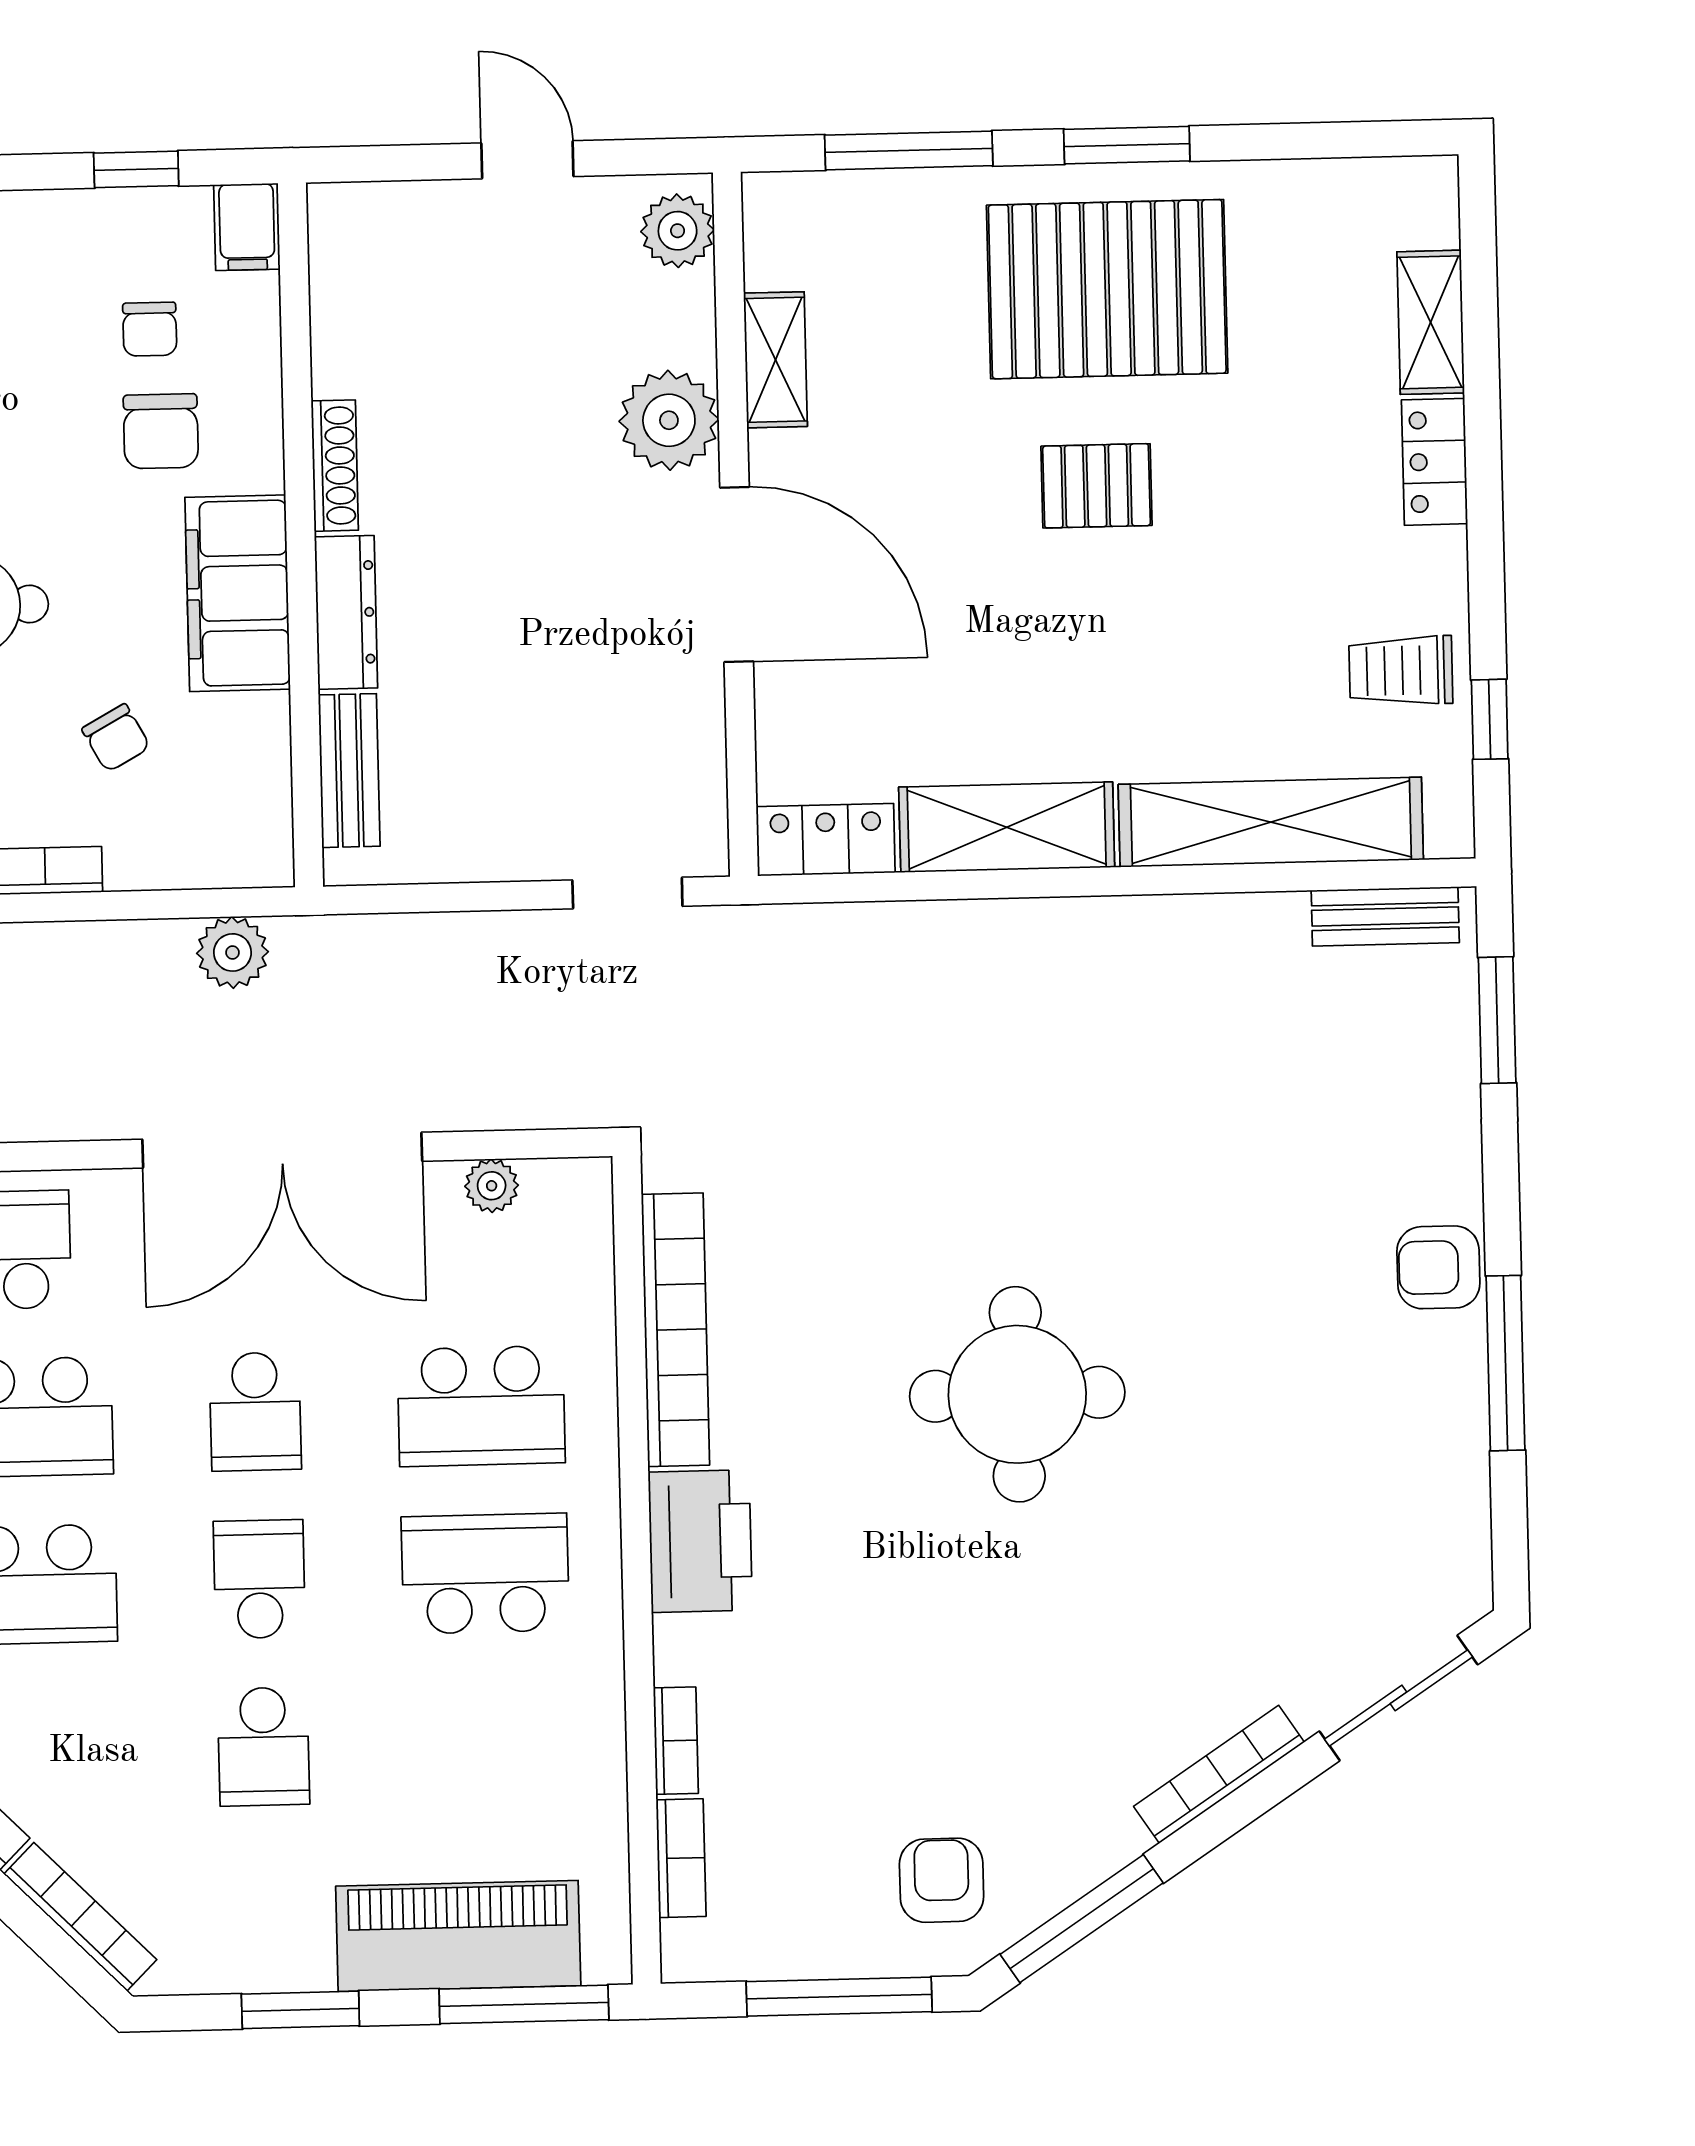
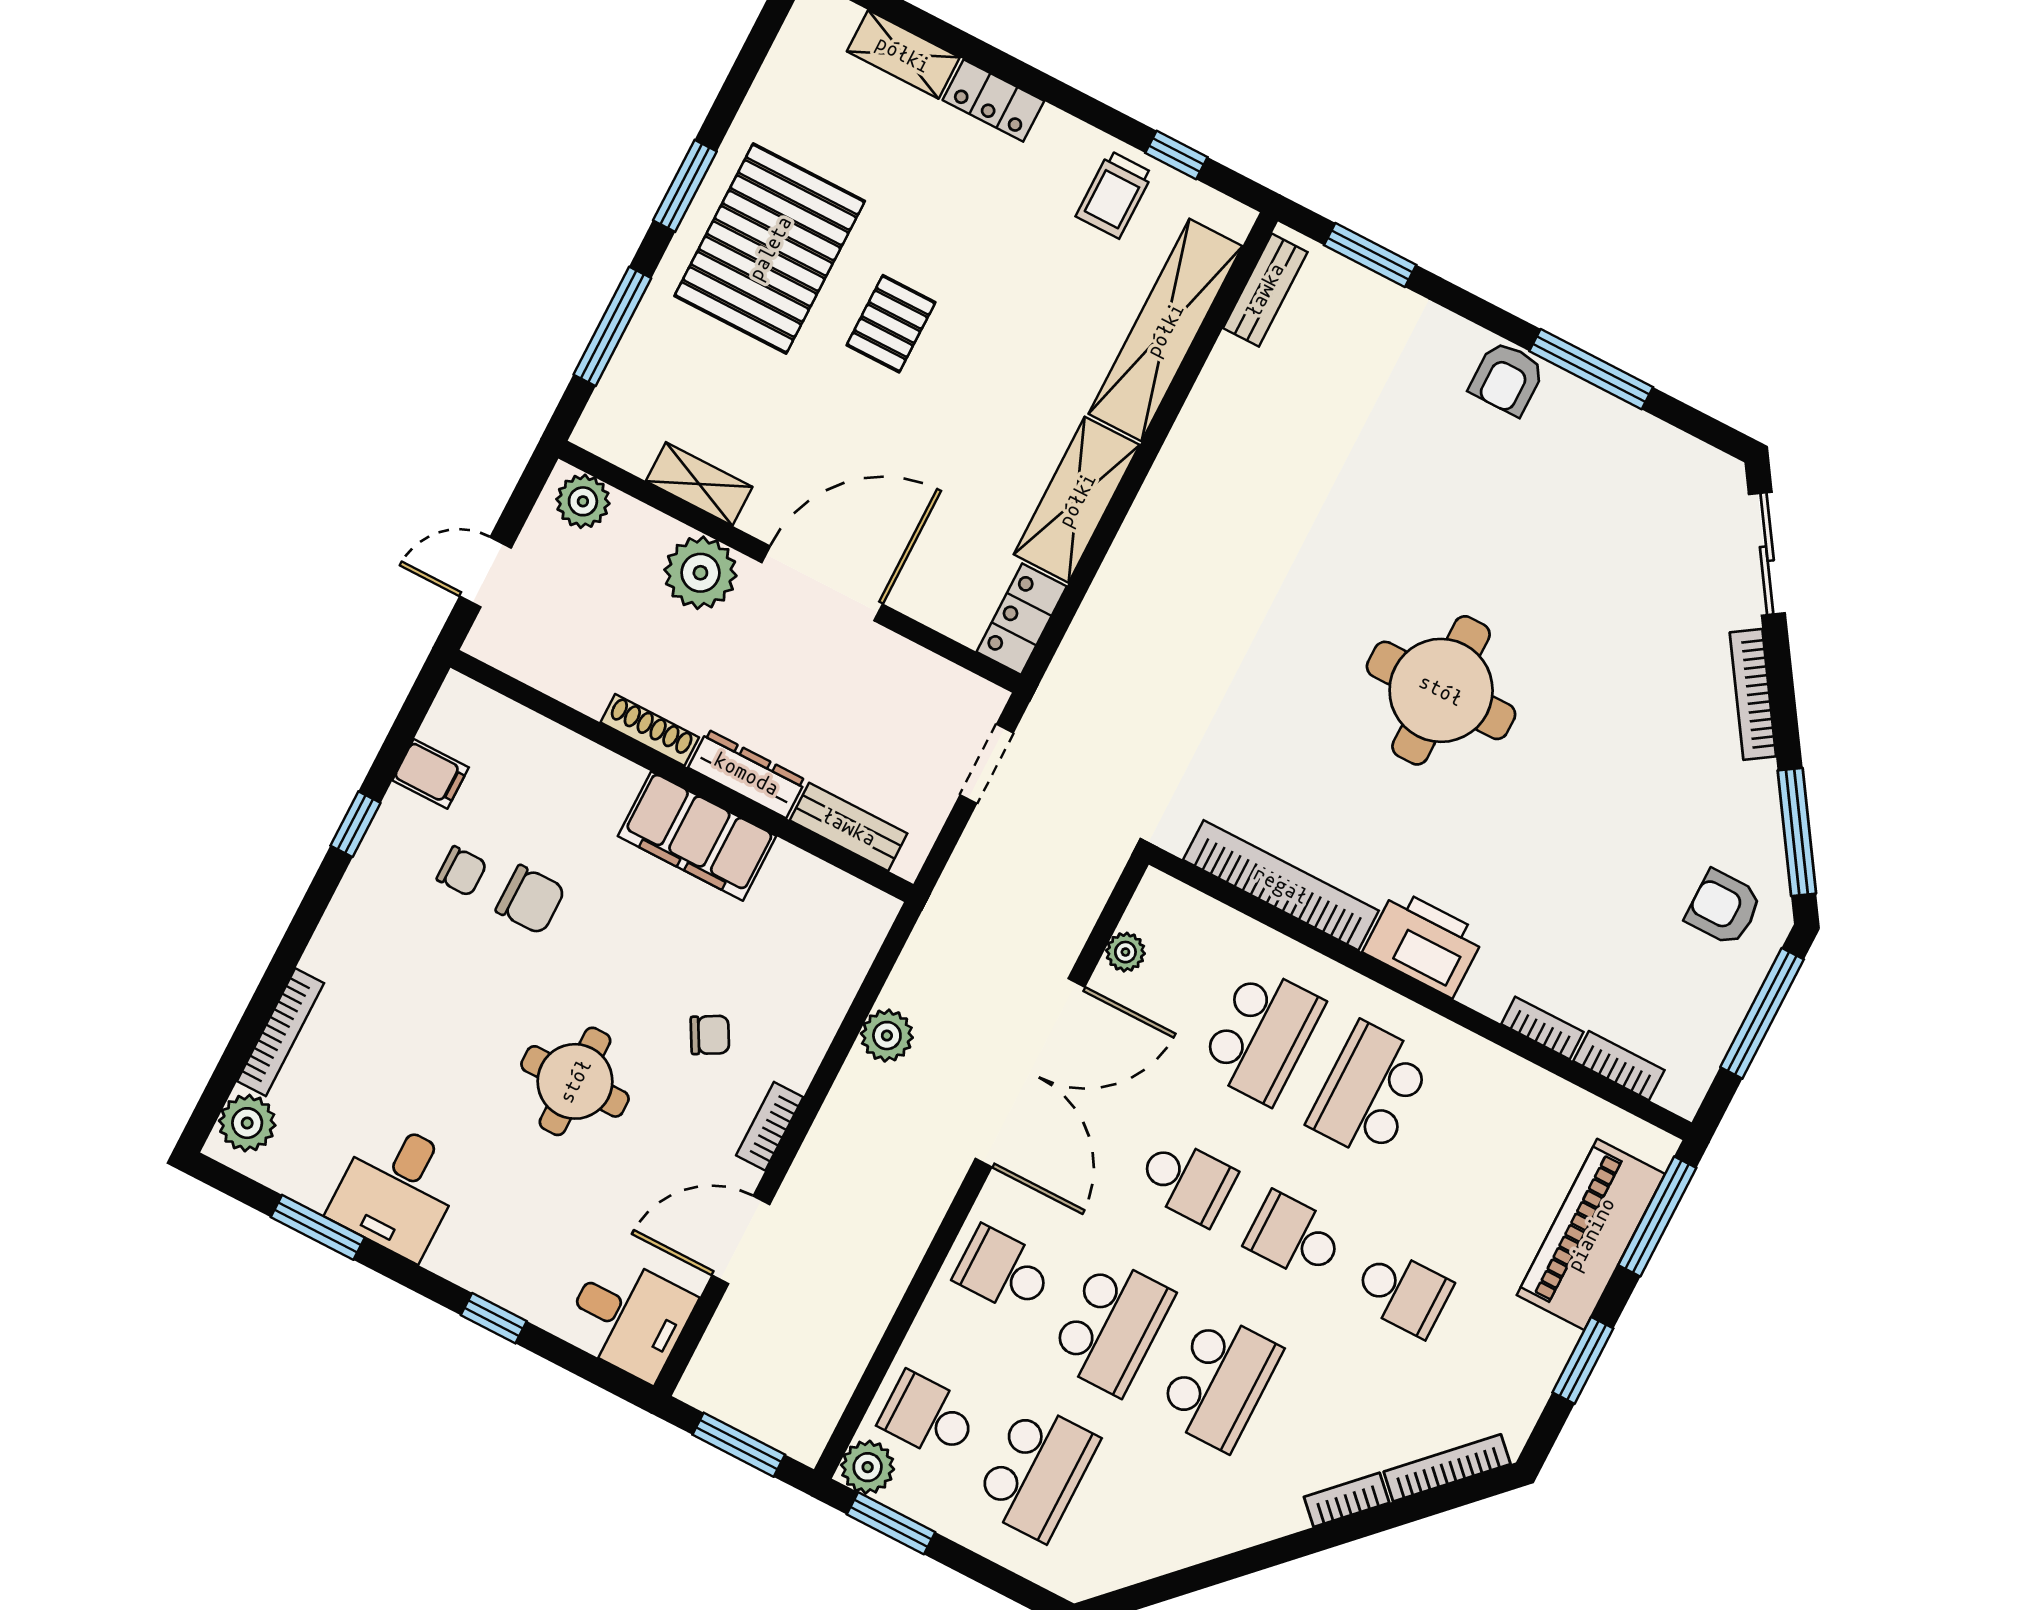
shoe rack: (335, 466) -> (650, 730), moved
wall: (300, 535) -> (682, 776), moved
filing cabinet: (238, 593) -> (697, 836), moved
dresser: (346, 612) -> (747, 774), moved
bench: (349, 771) -> (849, 827), moved

